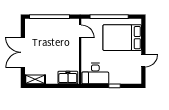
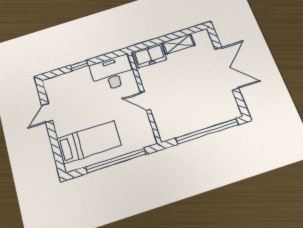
door: (80, 31) -> (145, 101), moved
bed: (122, 38) -> (89, 142), width x0.67
shelving: (35, 79) -> (178, 44), moved

